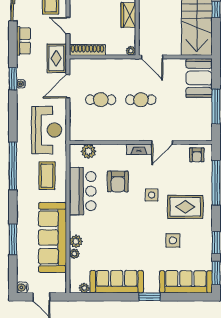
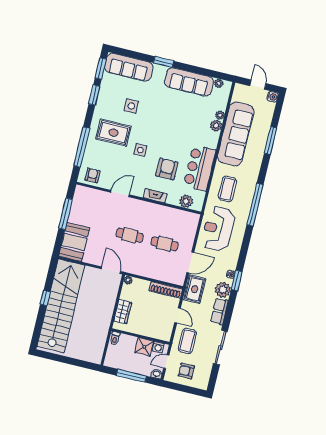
plant: (26, 65) -> (223, 290), added
fireplace: (139, 149) -> (155, 196), moved

